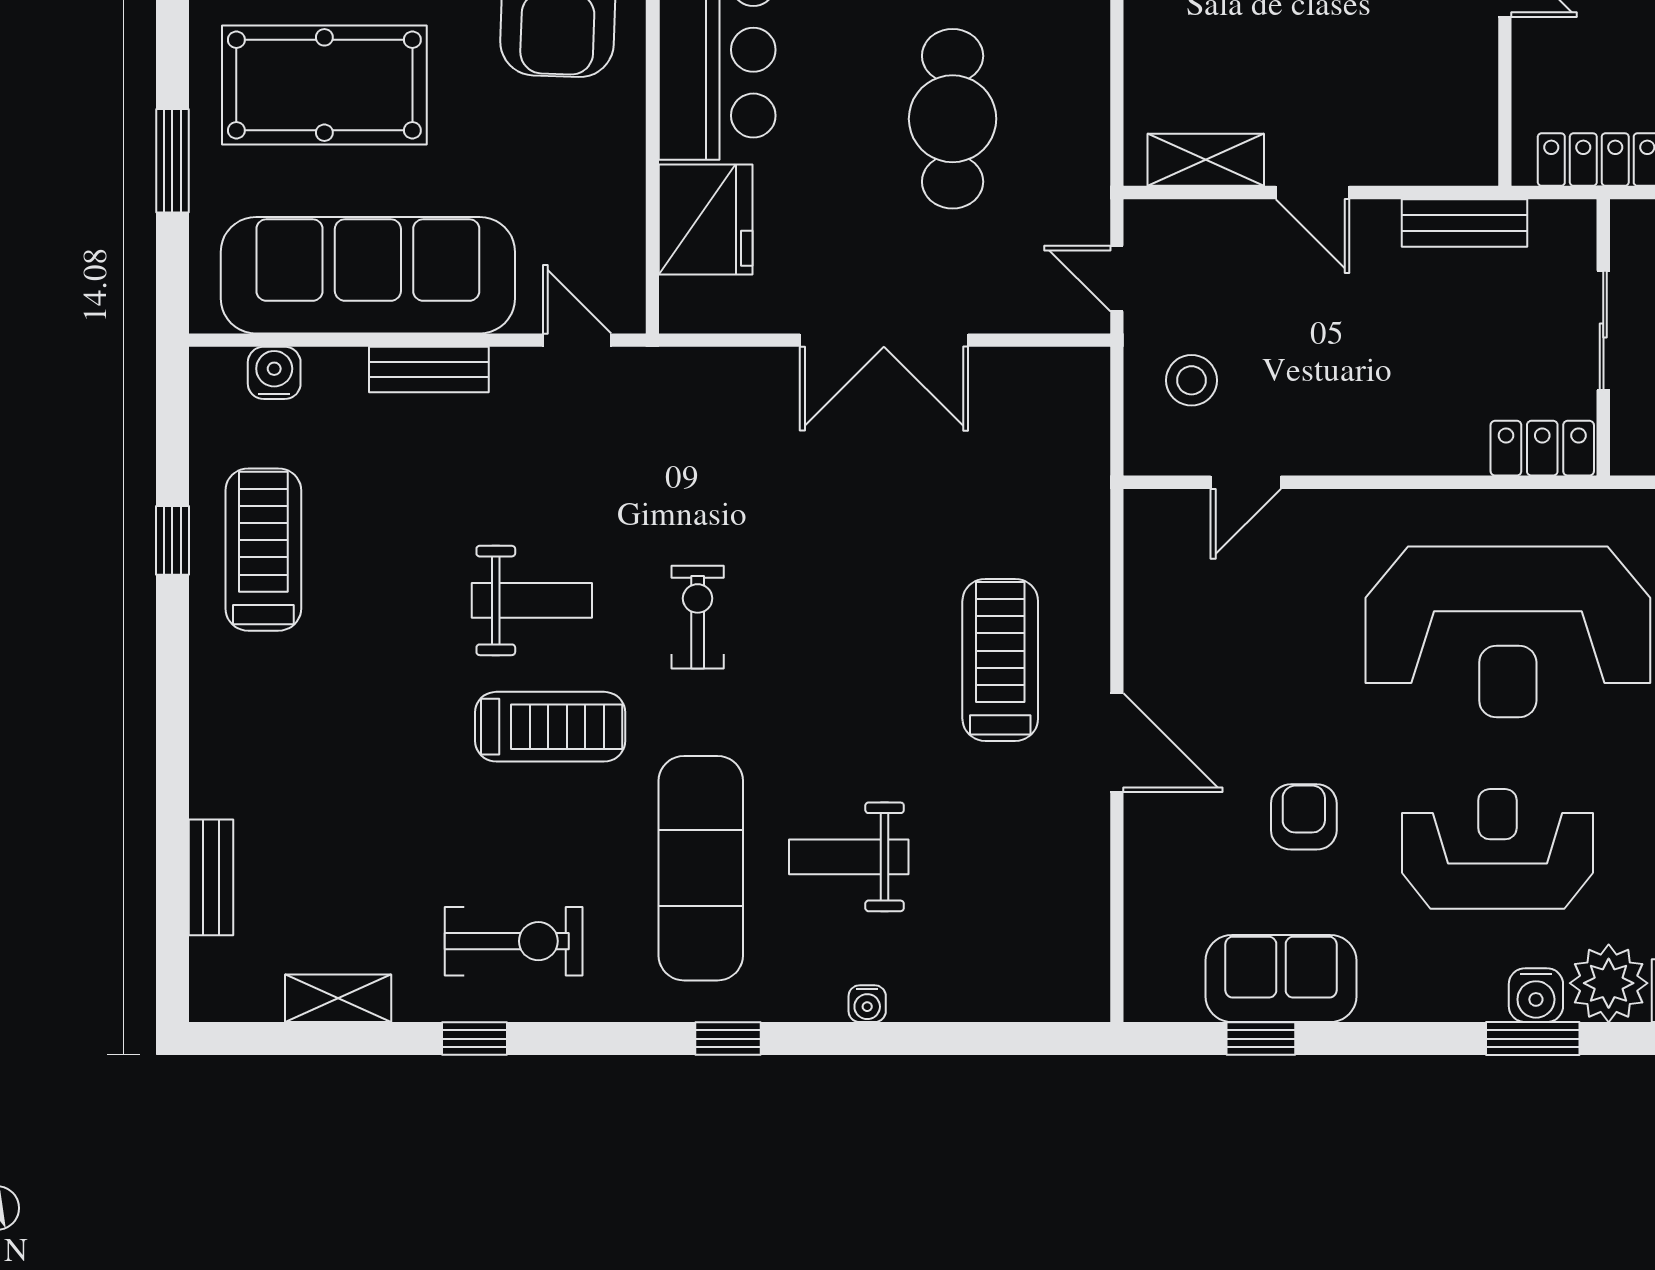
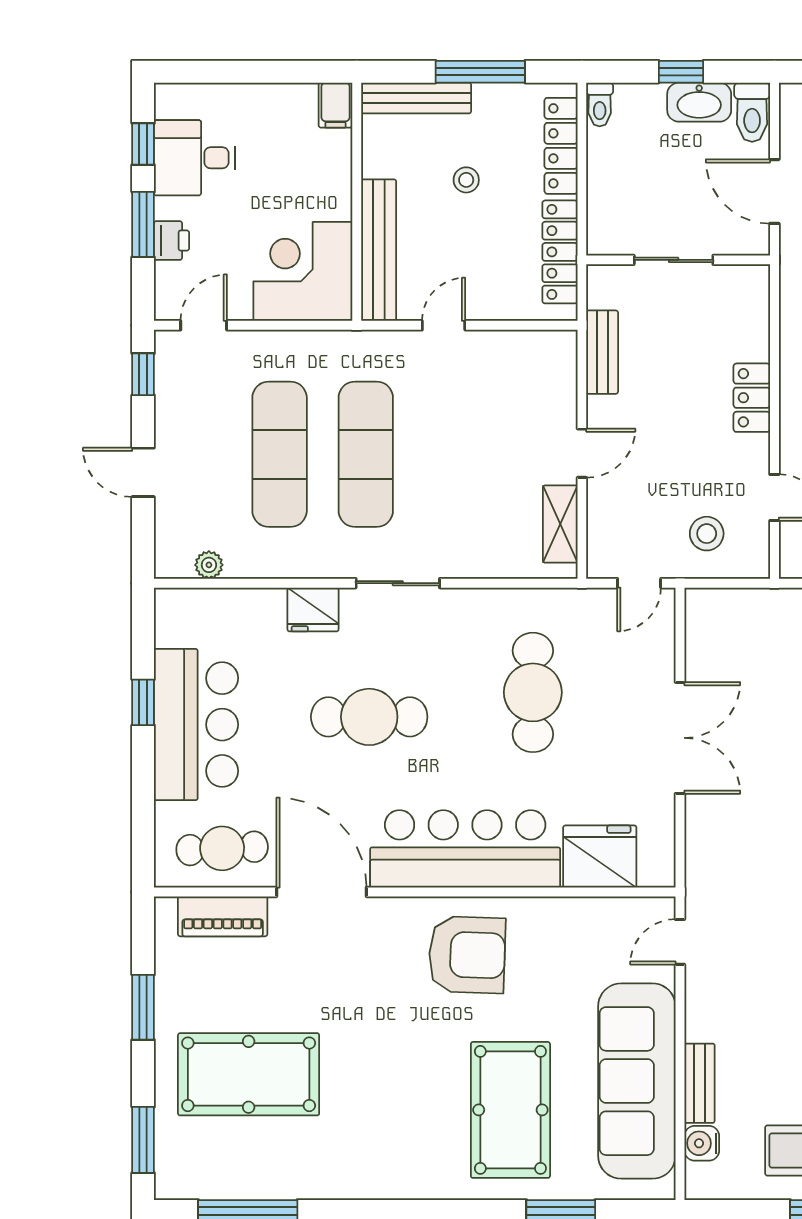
cafe table: (953, 119) -> (533, 692), turned 90
bench: (429, 369) -> (699, 1083), moved
locker: (1542, 448) -> (752, 398), moved

